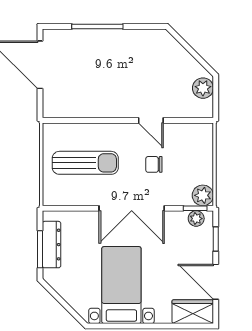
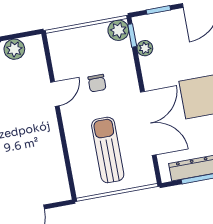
double door: (132, 208) -> (148, 123), moved
plant: (196, 219) -> (145, 48), moved

